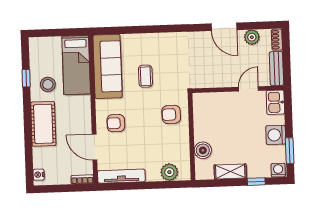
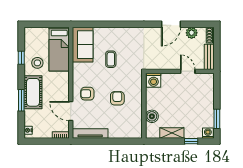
door: (224, 27) -> (171, 24), hinge flipped
sofa: (108, 66) -> (83, 45), width x0.73
door: (248, 89) -> (188, 71), hinge flipped
kitchen sink: (275, 102) -> (208, 82), removed
armchair: (171, 114) -> (117, 98), moved, turned 91
window: (28, 135) -> (21, 100), added
washing machine: (276, 135) -> (154, 80), moved, turned -90
plant: (169, 172) -> (126, 132), removed

